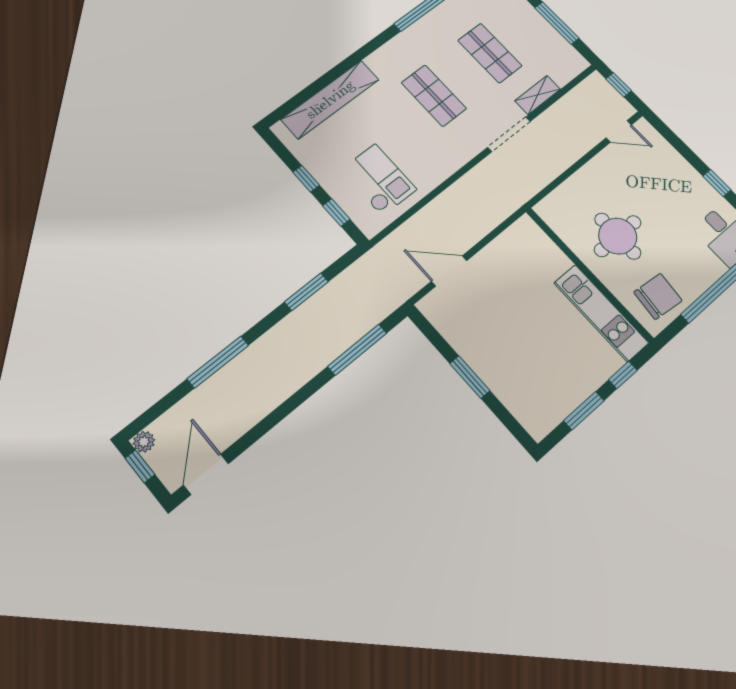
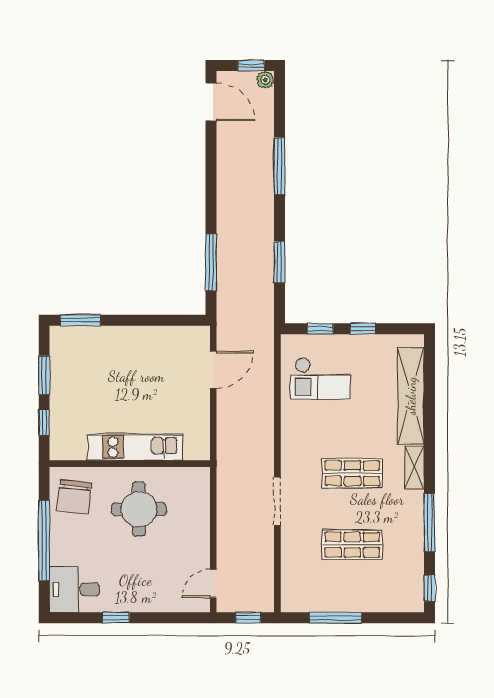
shelving: (538, 95) -> (414, 467), moved
kitchen unit: (601, 313) -> (135, 447), moved
window: (470, 377) -> (80, 320), moved

